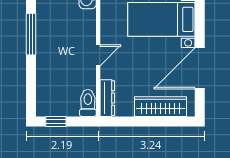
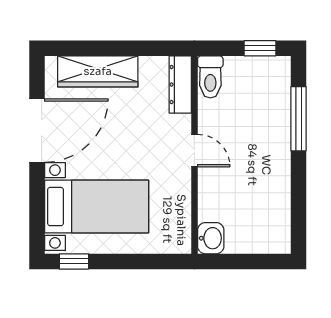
window: (31, 34) -> (299, 119), moved
door: (98, 55) -> (194, 151), swing flipped

